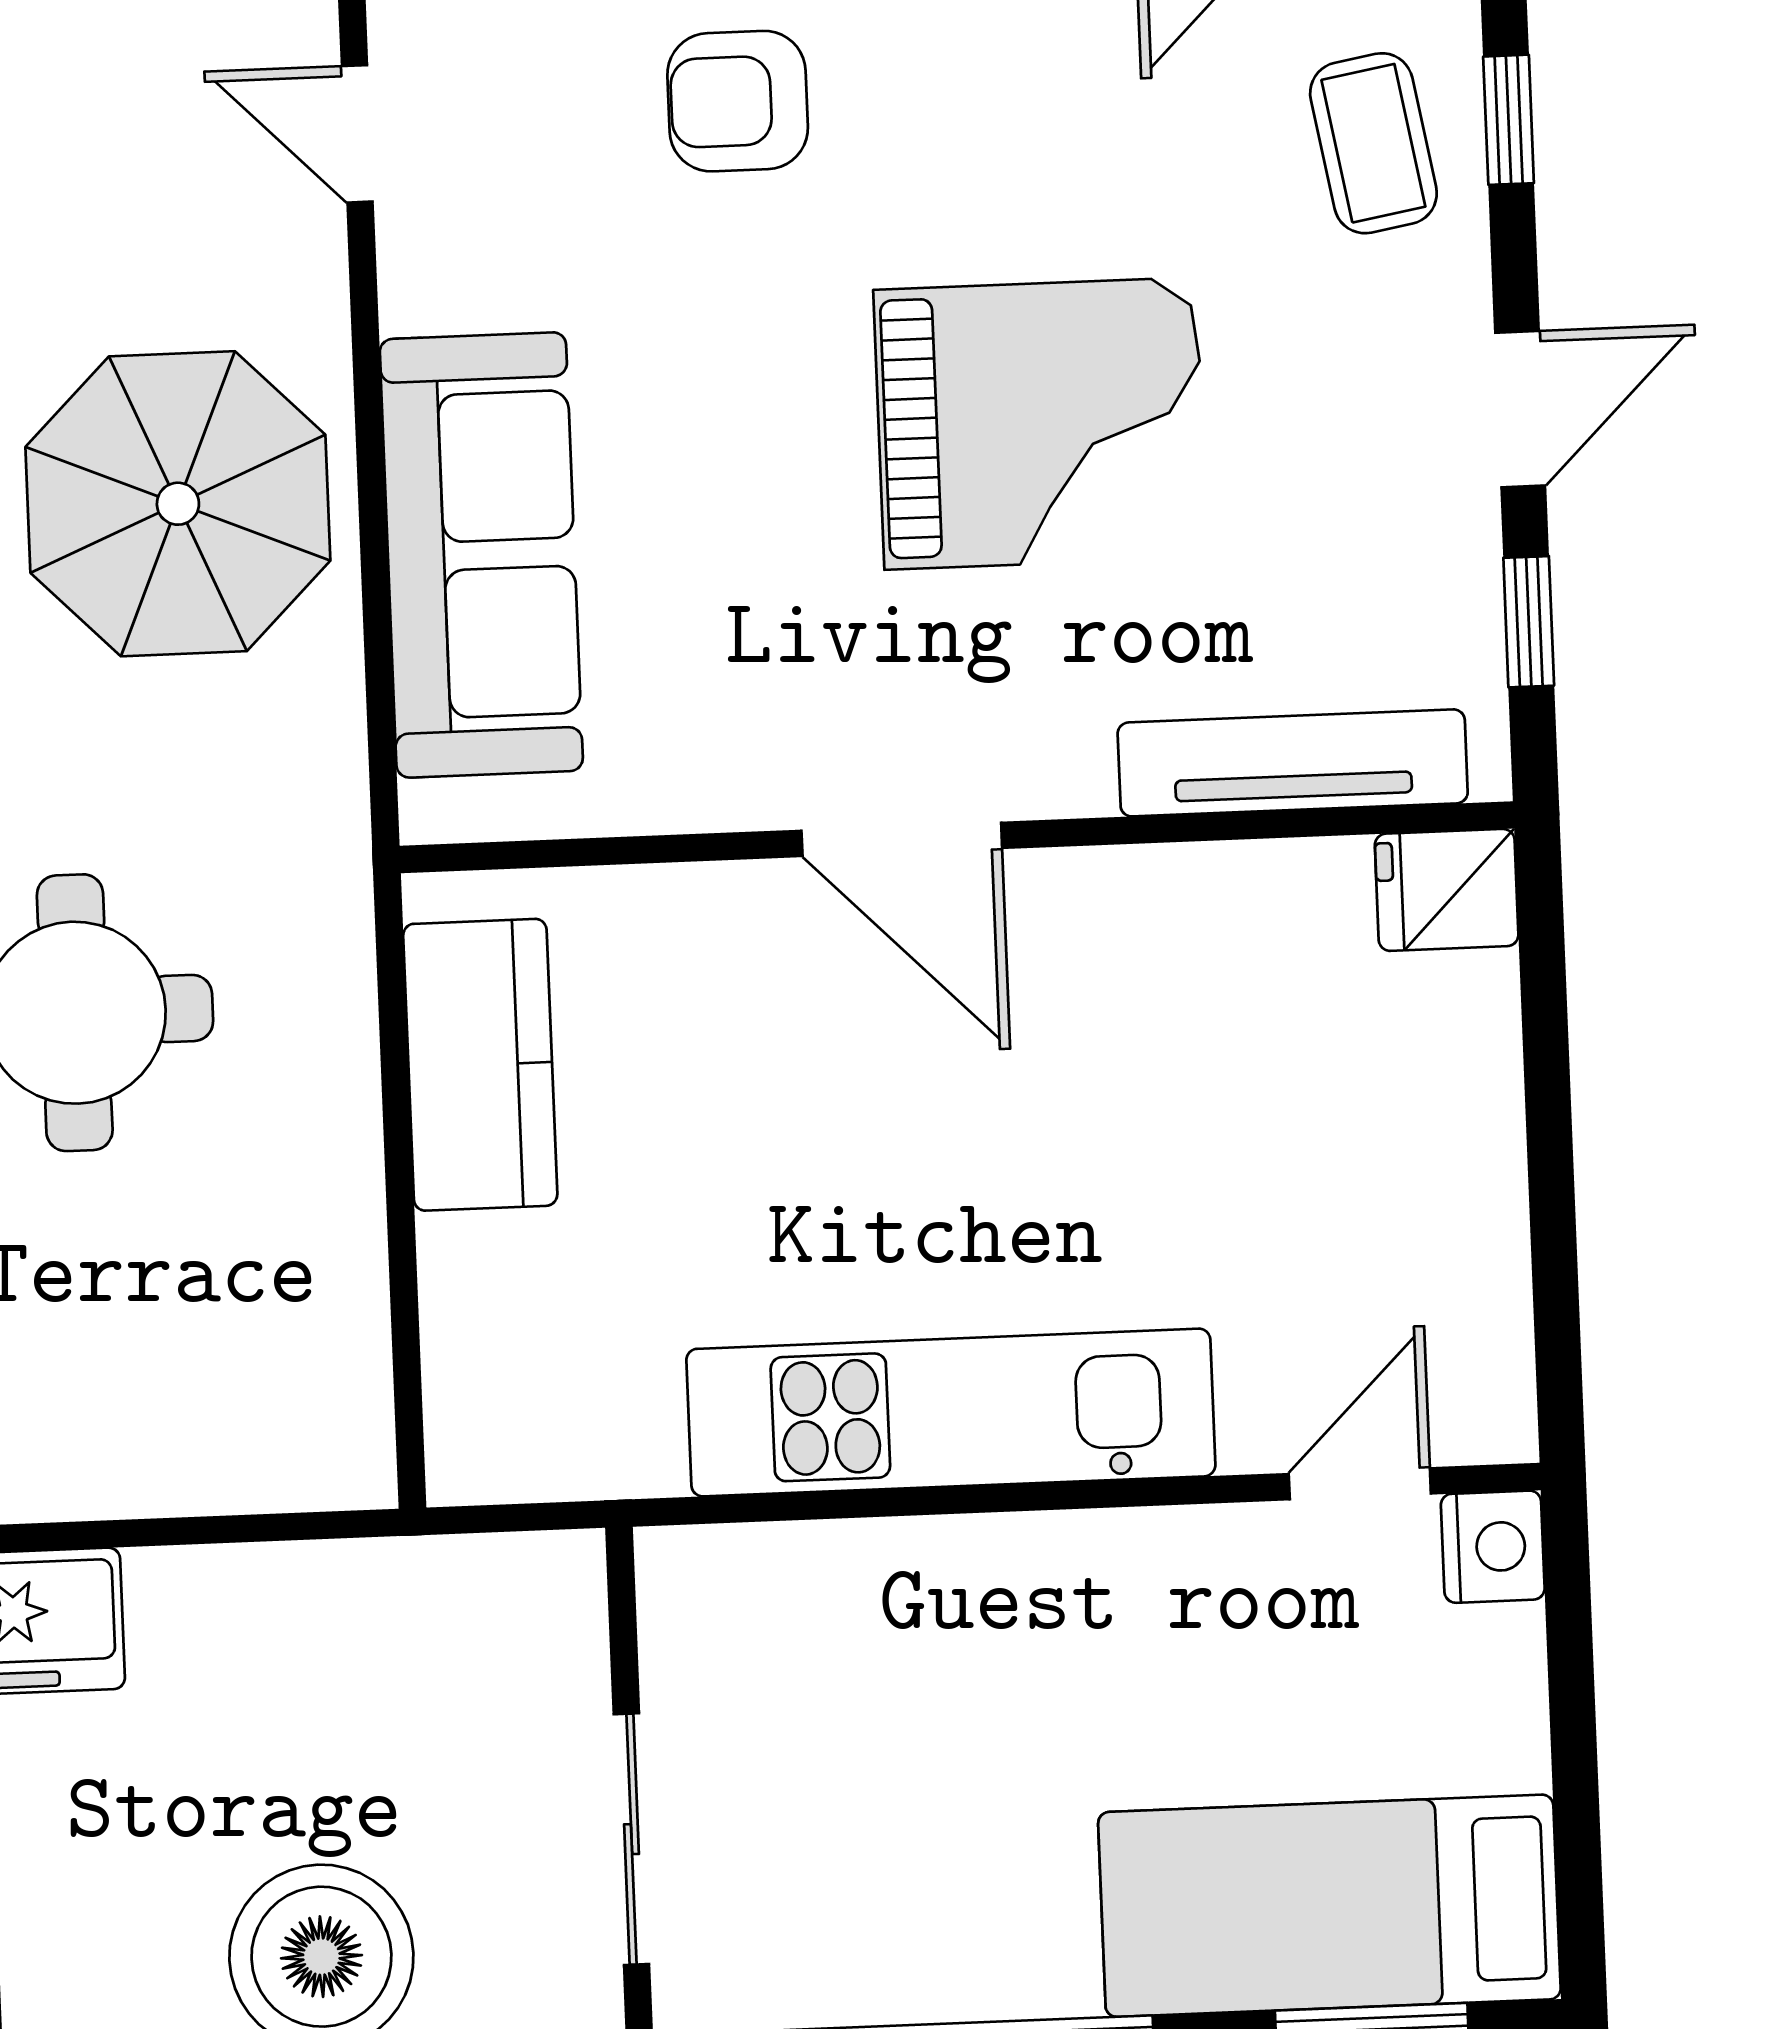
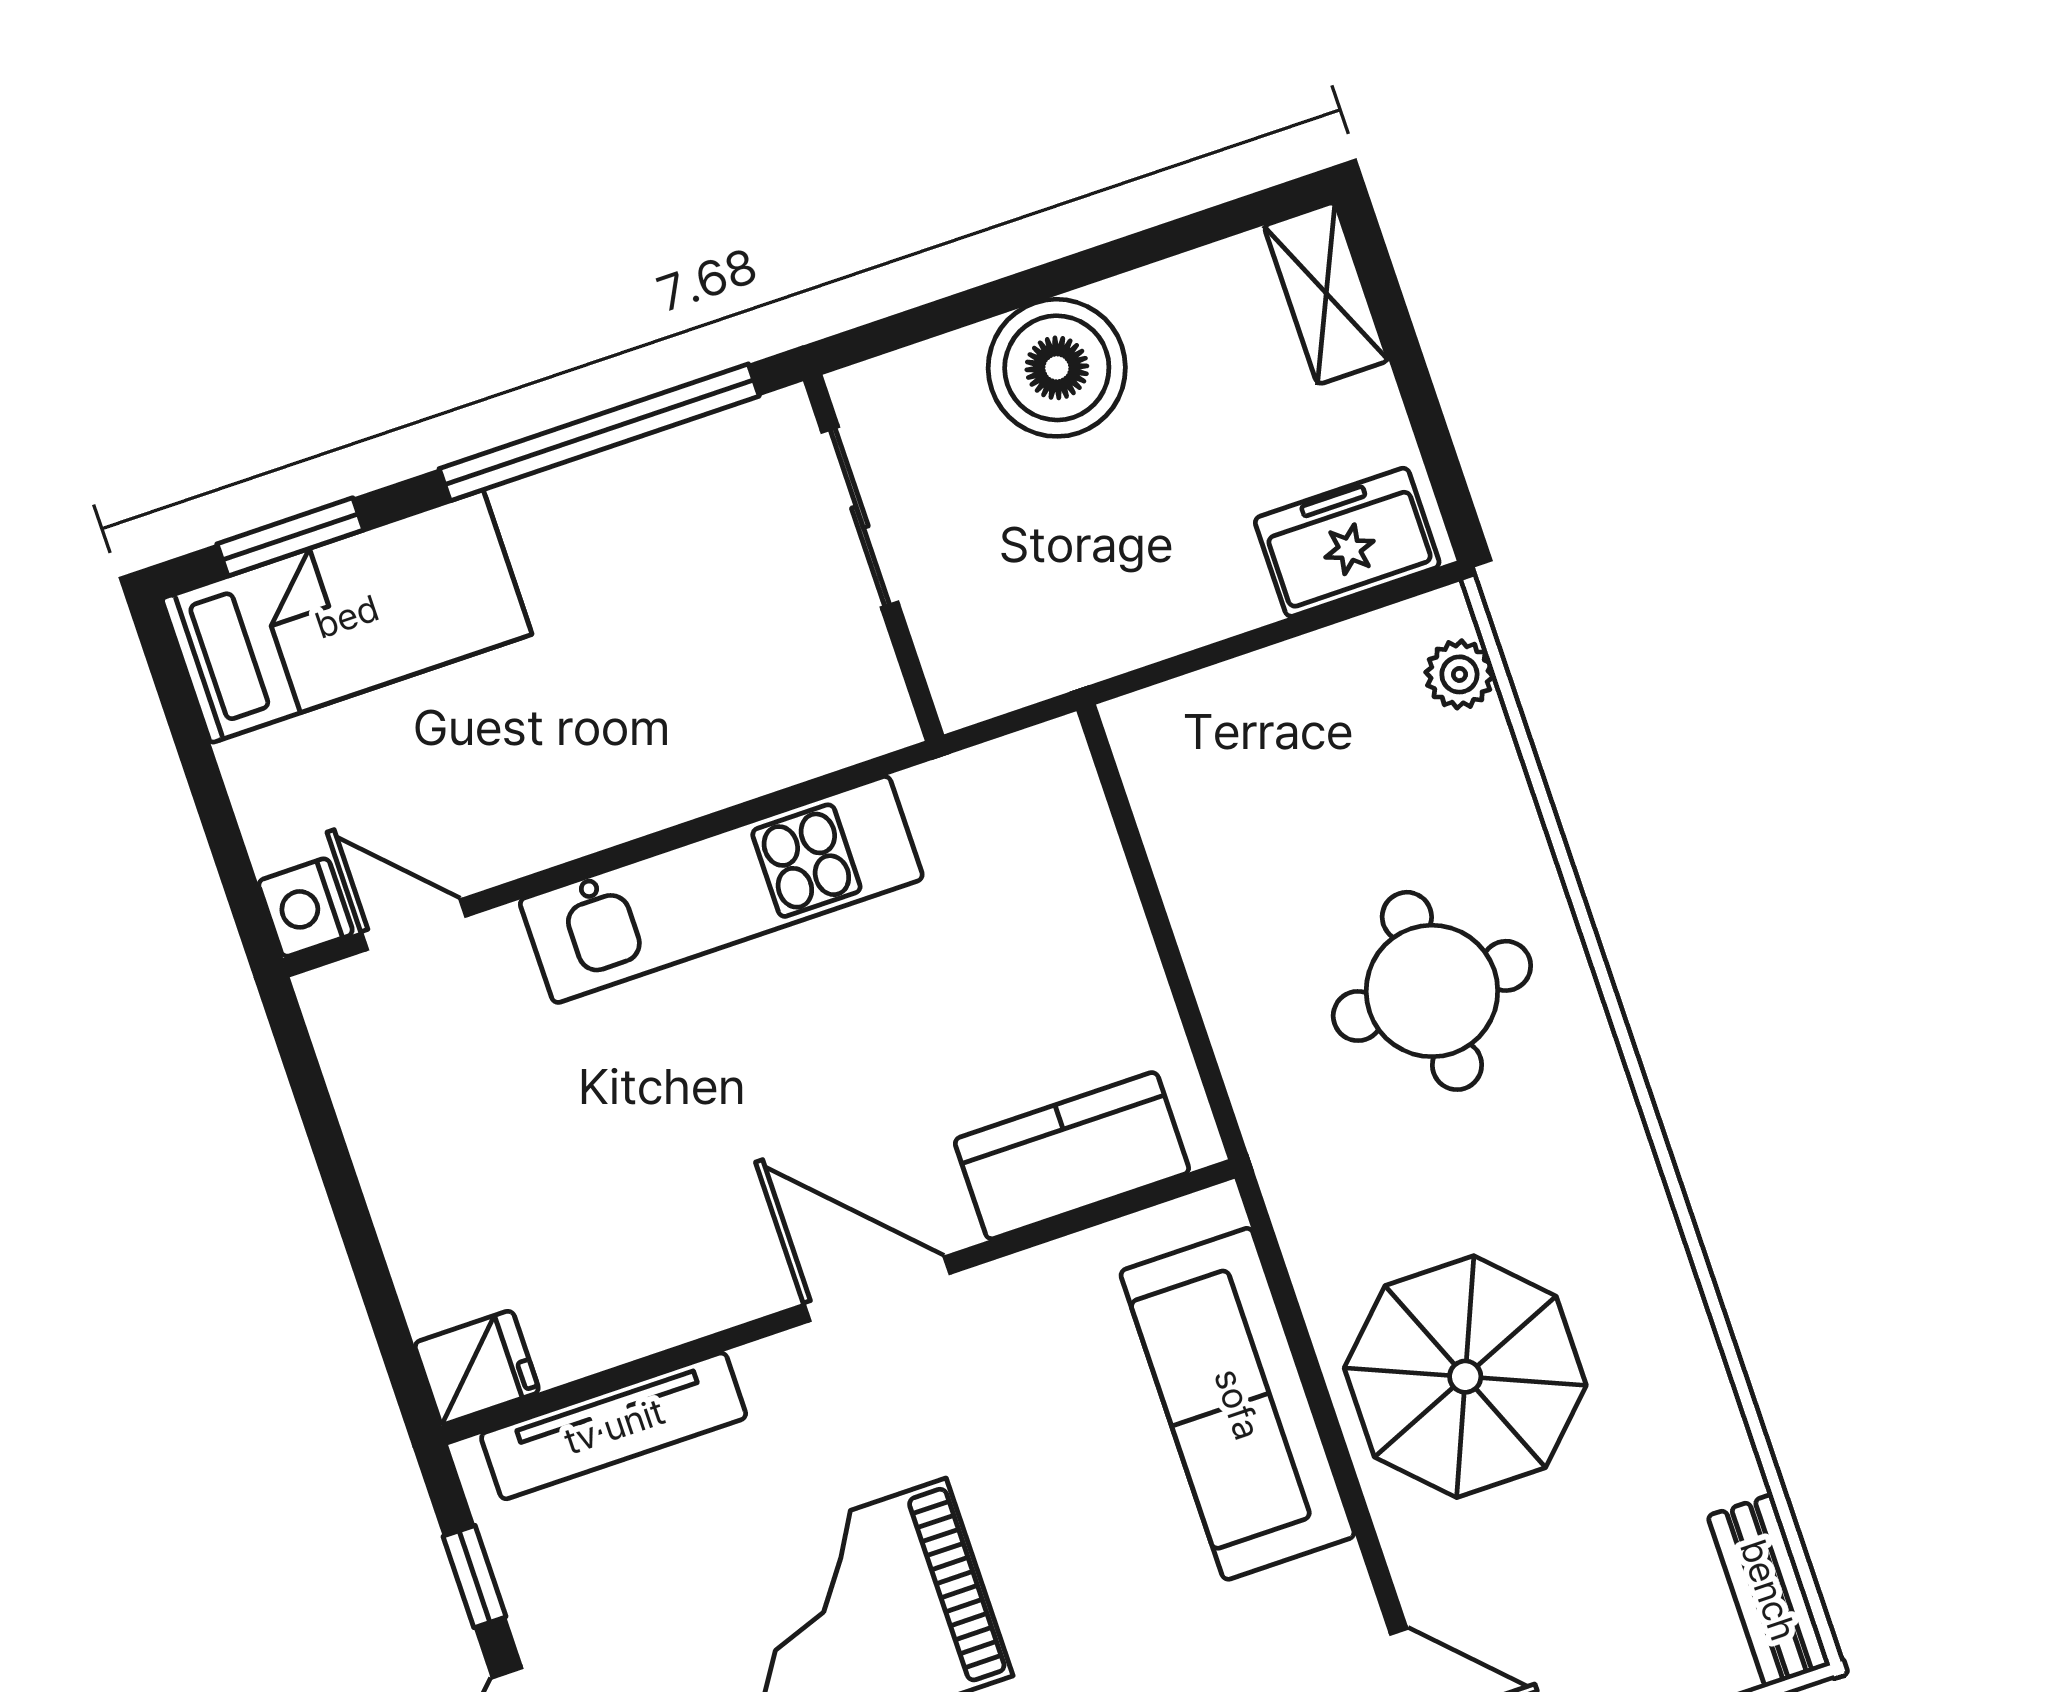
kitchen counter: (480, 1065) -> (1072, 1156), moved, turned 90
door: (1360, 1484) -> (414, 925), swing flipped

